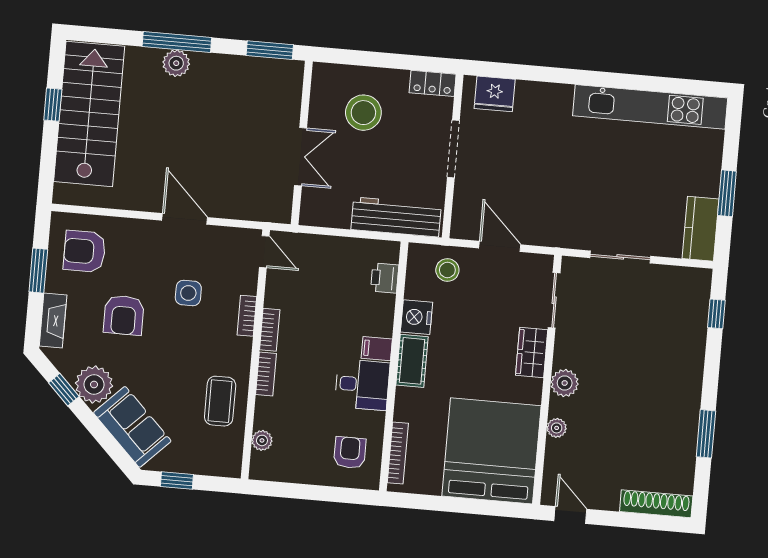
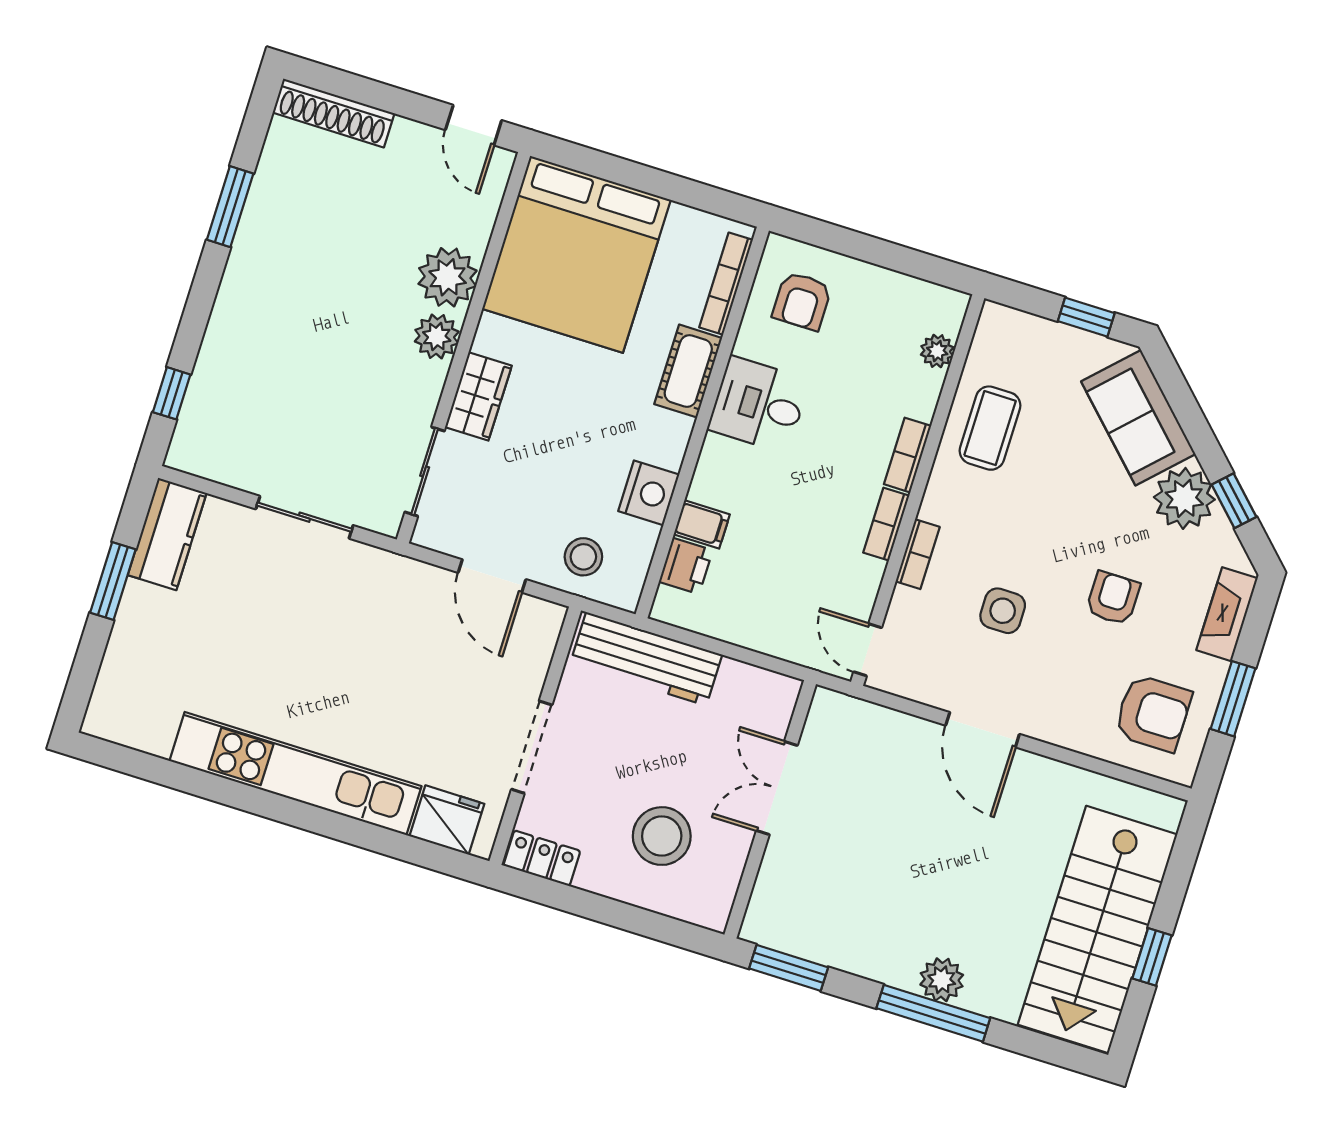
kitchen unit: (650, 107) -> (296, 773), moved
armchair: (124, 315) -> (1113, 598), width x0.72, depth x0.72
filing cabinet: (377, 349) -> (702, 524), moved
cot: (412, 361) -> (688, 371), moved
plant: (557, 428) -> (448, 277), width x1.88, depth x1.88

